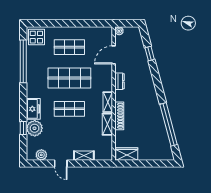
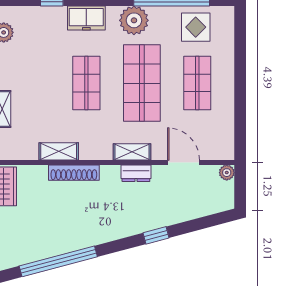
display table: (36, 37) -> (196, 27), moved
window: (150, 54) -> (156, 235), moved
shelving: (108, 102) -> (132, 152), moved
plant: (35, 128) -> (134, 20), moved

